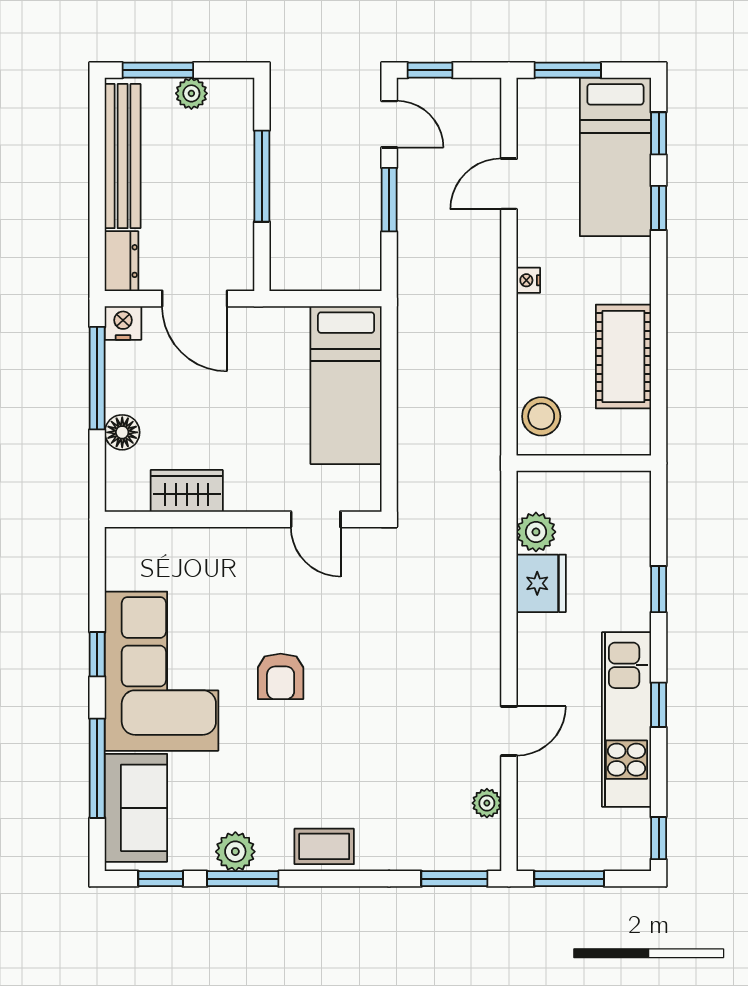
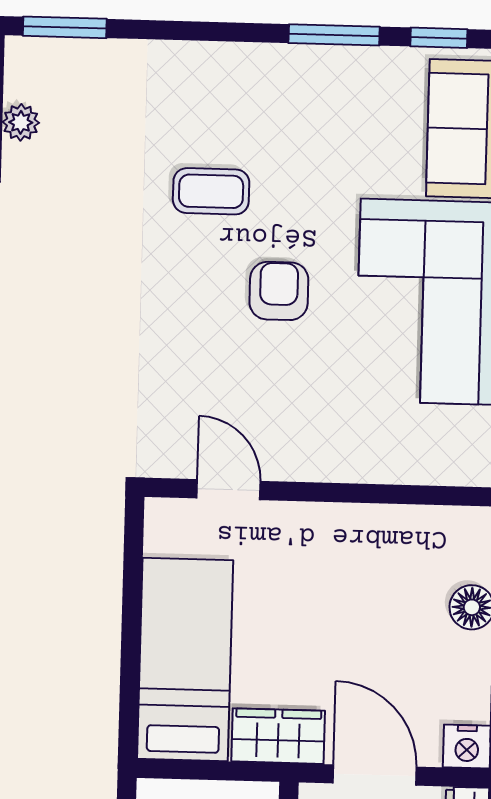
wardrobe: (187, 491) -> (278, 736), moved, turned 180
coffee table: (324, 846) -> (211, 191), moved
plant: (235, 852) -> (343, 70), removed

